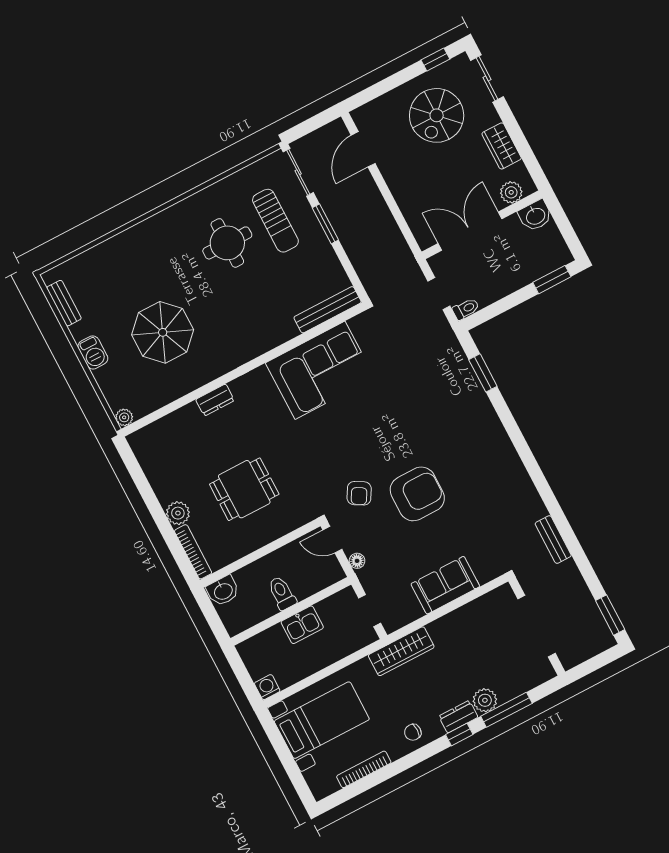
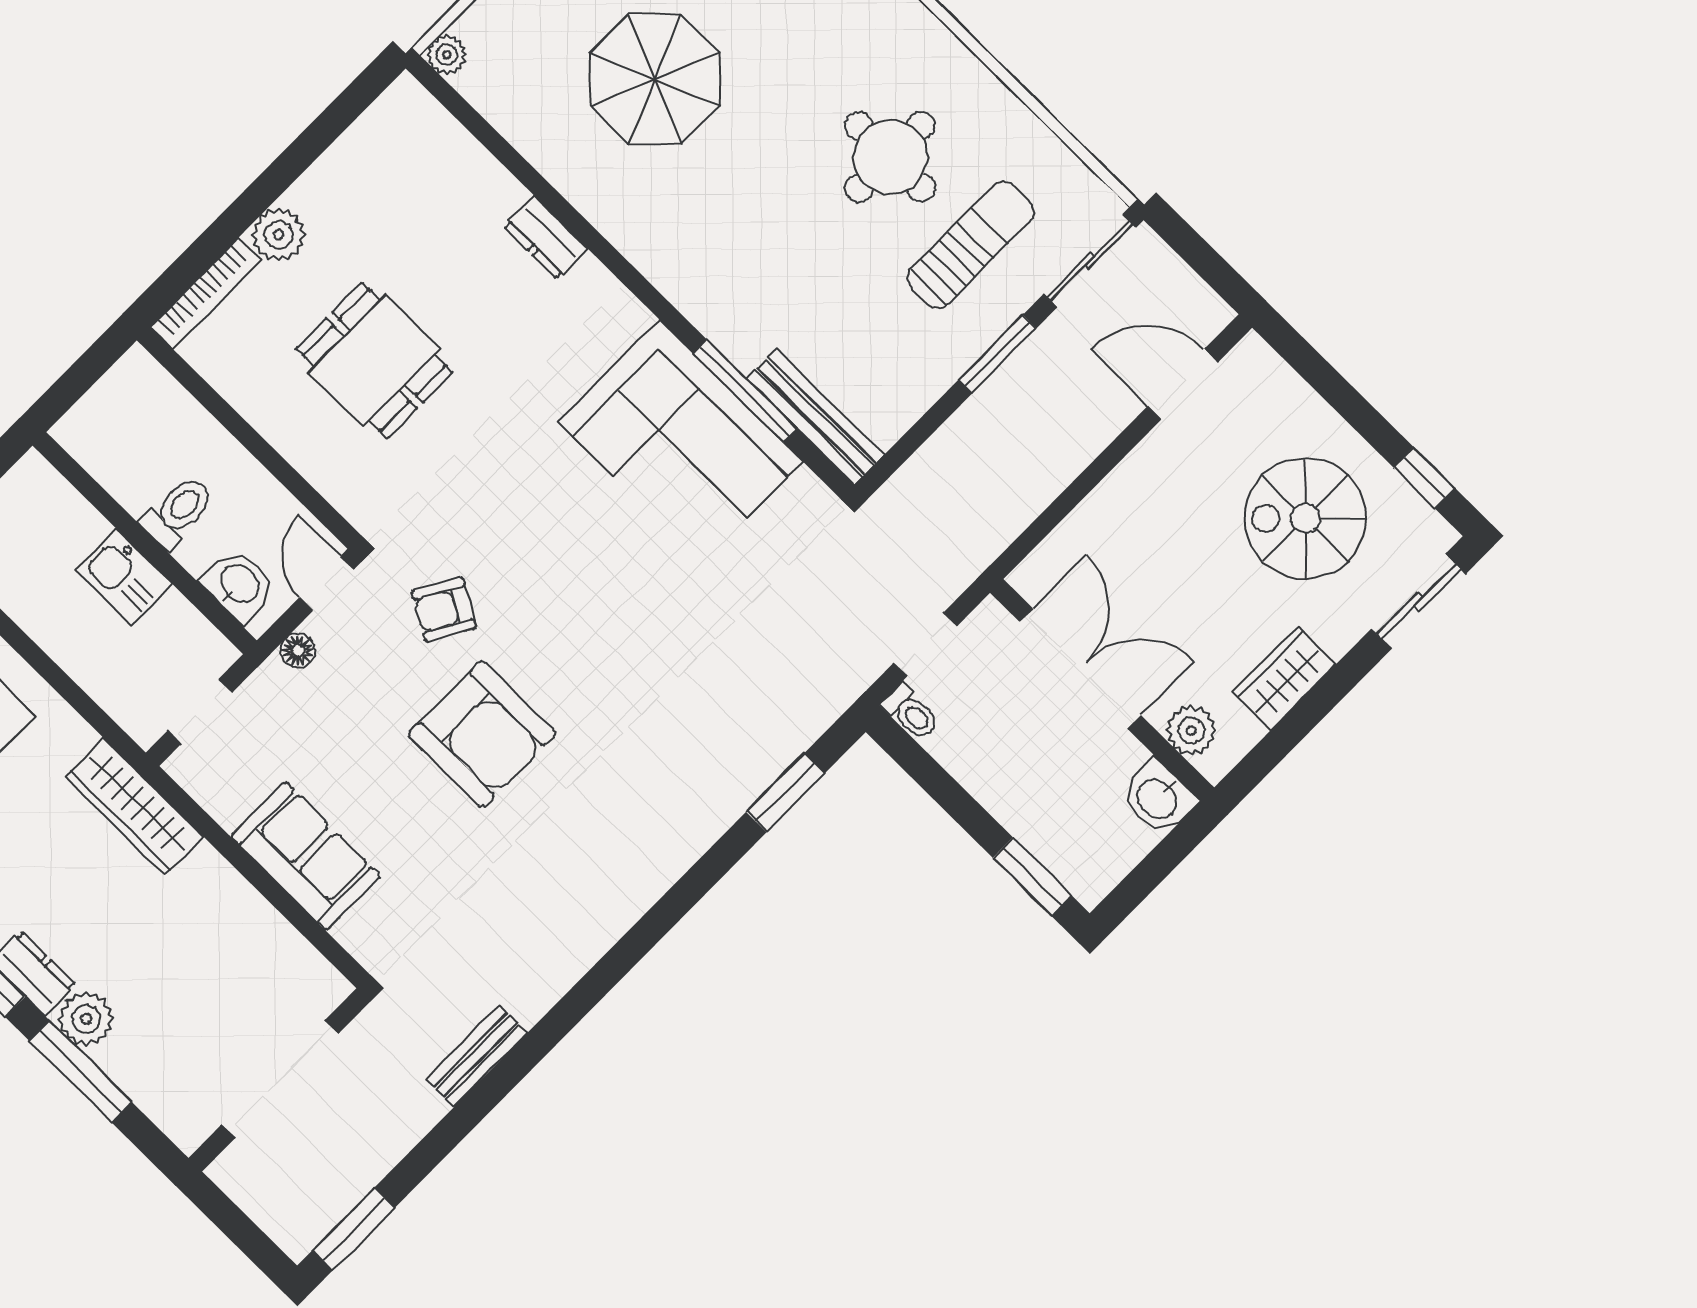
sun lounger: (275, 221) -> (971, 245), turned 180
window: (307, 336) -> (745, 391), added
washbasin: (223, 591) -> (239, 585), moved, turned 180

